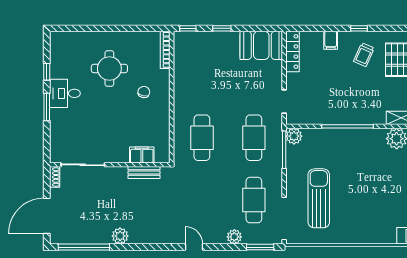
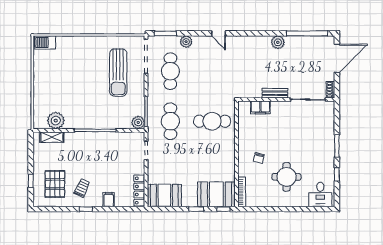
booth: (197, 47) -> (216, 194), added
desk: (65, 93) -> (320, 194), moved, turned 90
cafe table: (202, 138) -> (212, 121), turned 90
bench: (144, 173) -> (275, 93), moved

